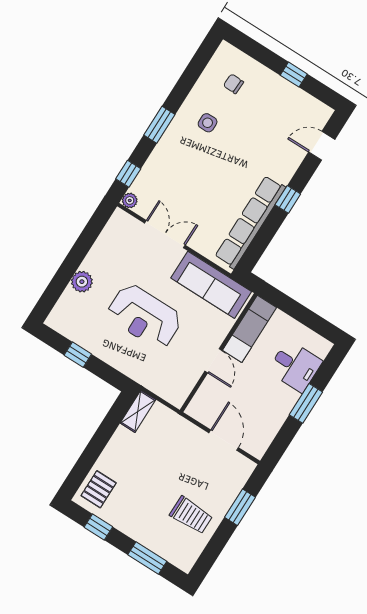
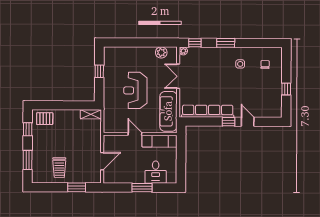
door: (322, 146) -> (248, 122), moved
double door: (165, 234) -> (178, 76), swing flipped
plant: (82, 282) -> (161, 53), moved
door: (213, 361) -> (135, 134), swing flipped

